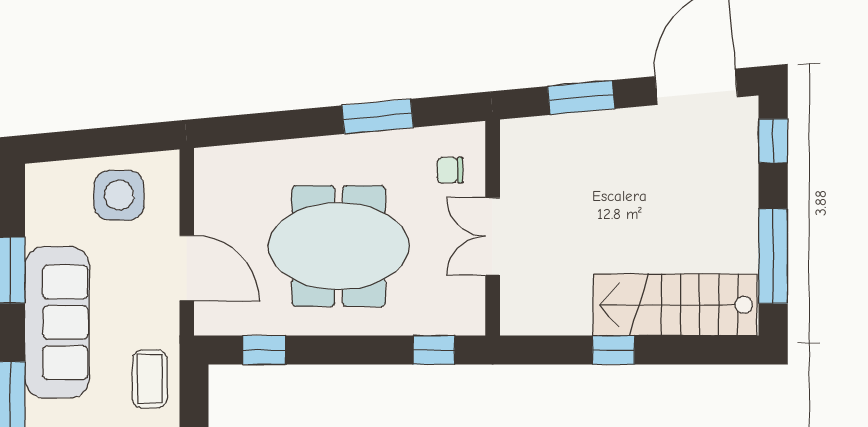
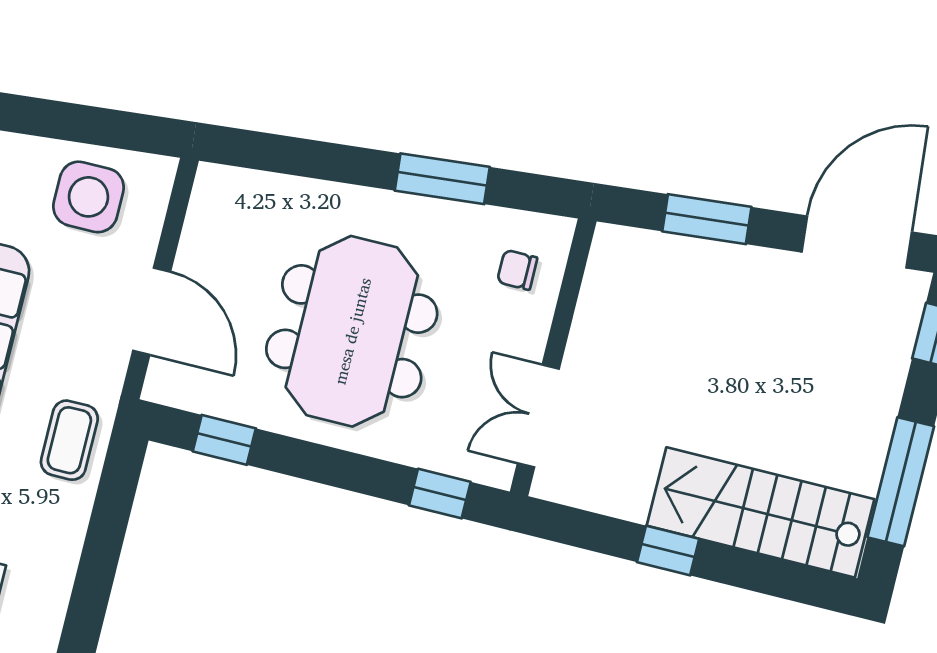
double door: (493, 236) -> (538, 416), moved
meeting table: (339, 246) -> (352, 331), turned 90

